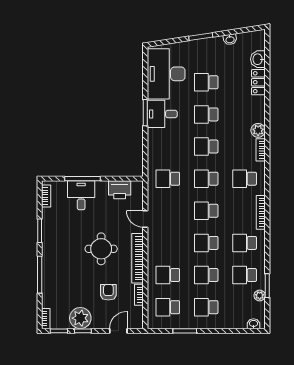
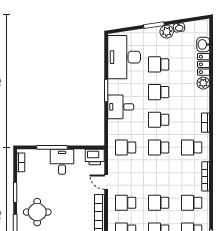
plant: (216, 44) -> (167, 32), added
desk: (162, 114) -> (121, 107), moved
plant: (258, 130) -> (203, 83), moved
printer: (120, 190) -> (95, 157), moved
desk: (81, 195) -> (62, 162), moved
school desk: (206, 211) -> (126, 203), moved
round table: (101, 249) -> (37, 212), moved

